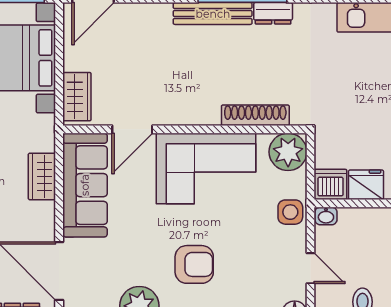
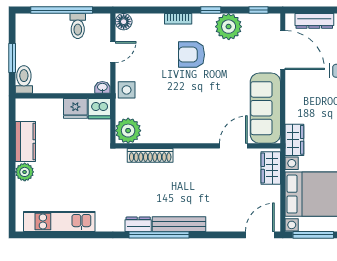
corner sofa: (206, 169) -> (183, 119), removed
wardrobe: (42, 176) -> (294, 140), moved
door: (311, 268) -> (113, 52), swing flipped

